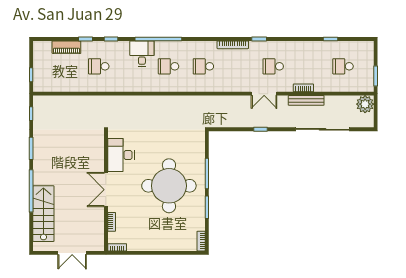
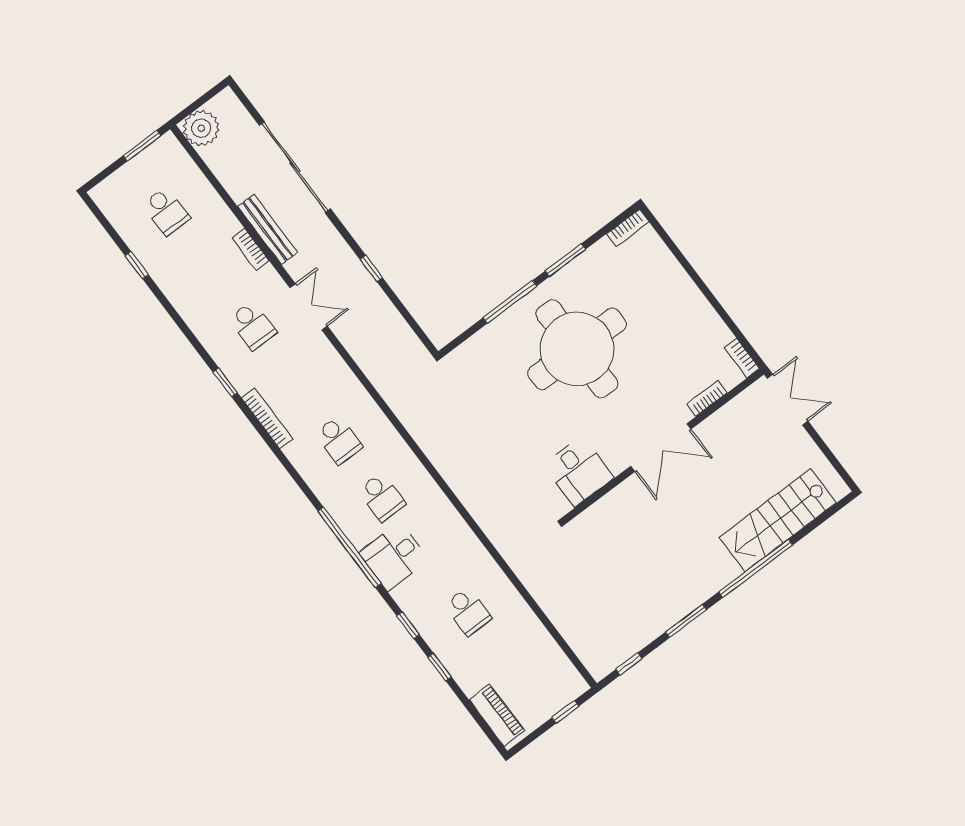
piano: (66, 47) -> (497, 715), moved
desk: (121, 155) -> (579, 471), width x0.73
double door: (72, 253) -> (788, 400), moved

